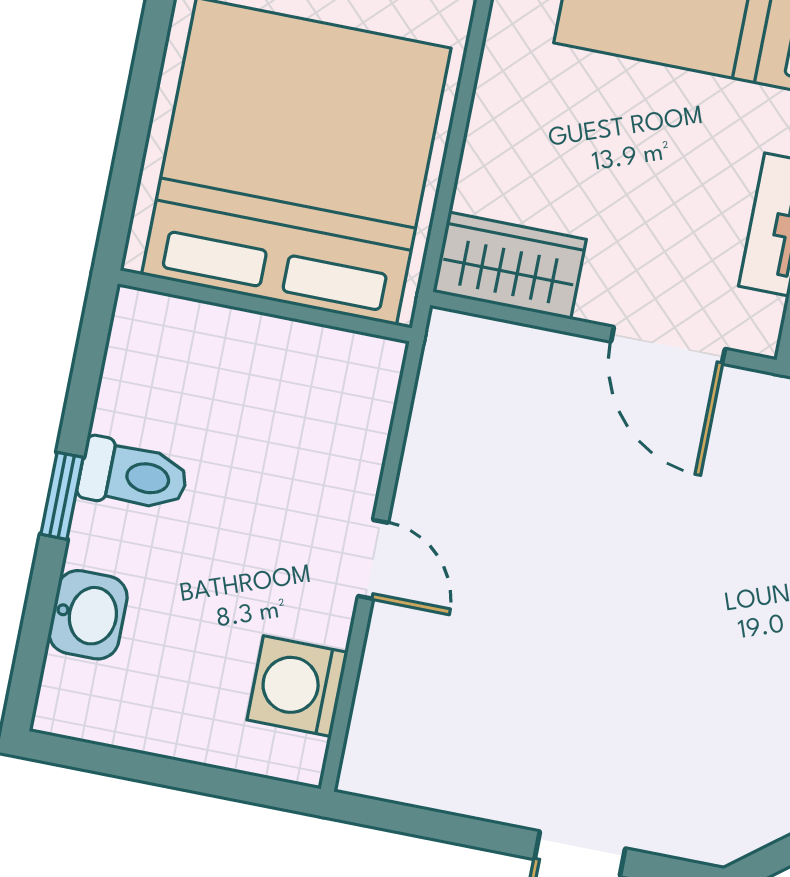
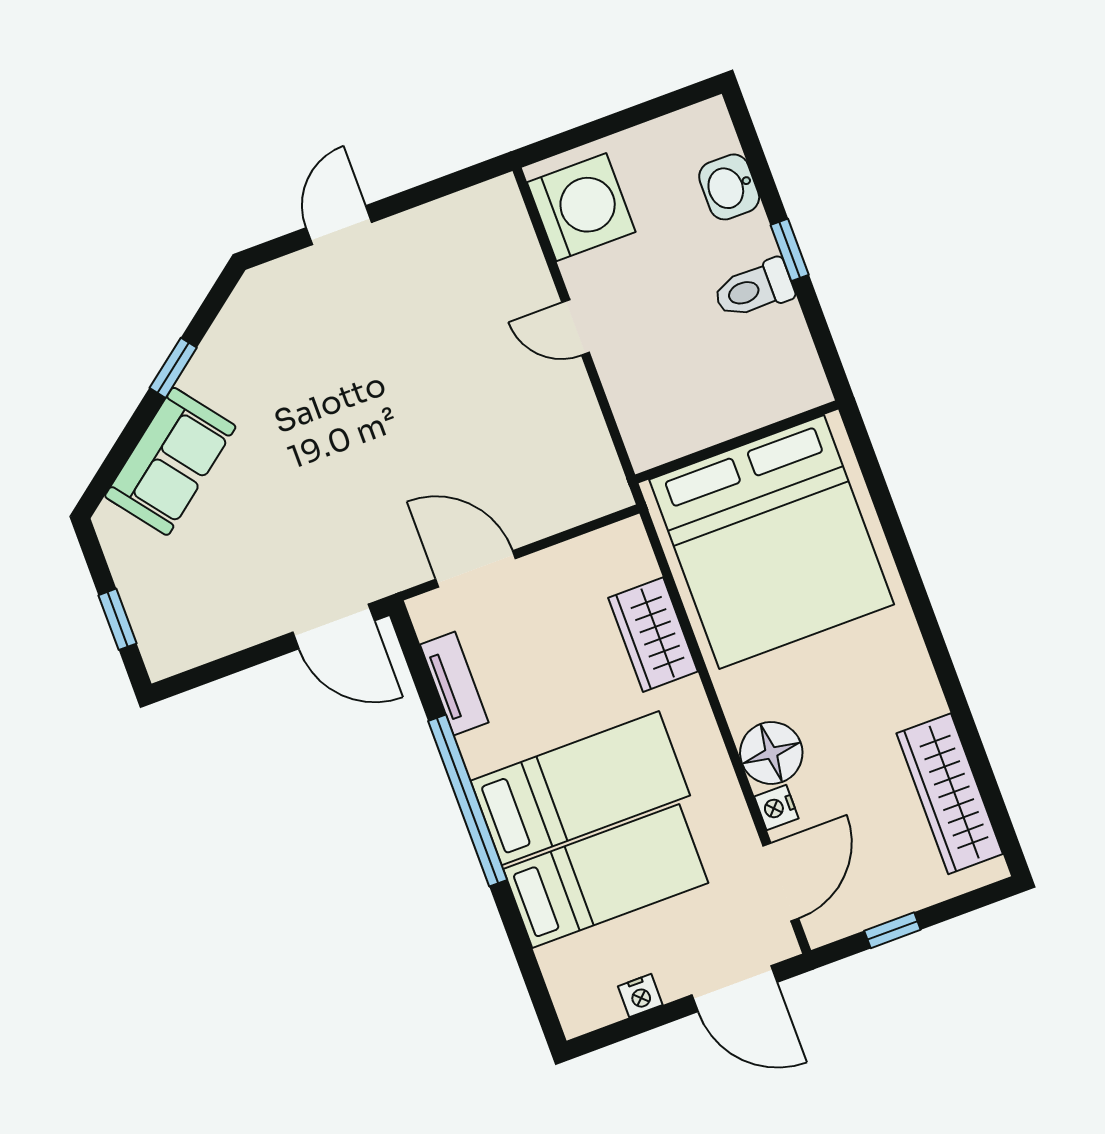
wardrobe: (510, 266) -> (653, 635), moved, turned 90
washing machine: (297, 686) -> (581, 207), width x1.37, depth x1.37

